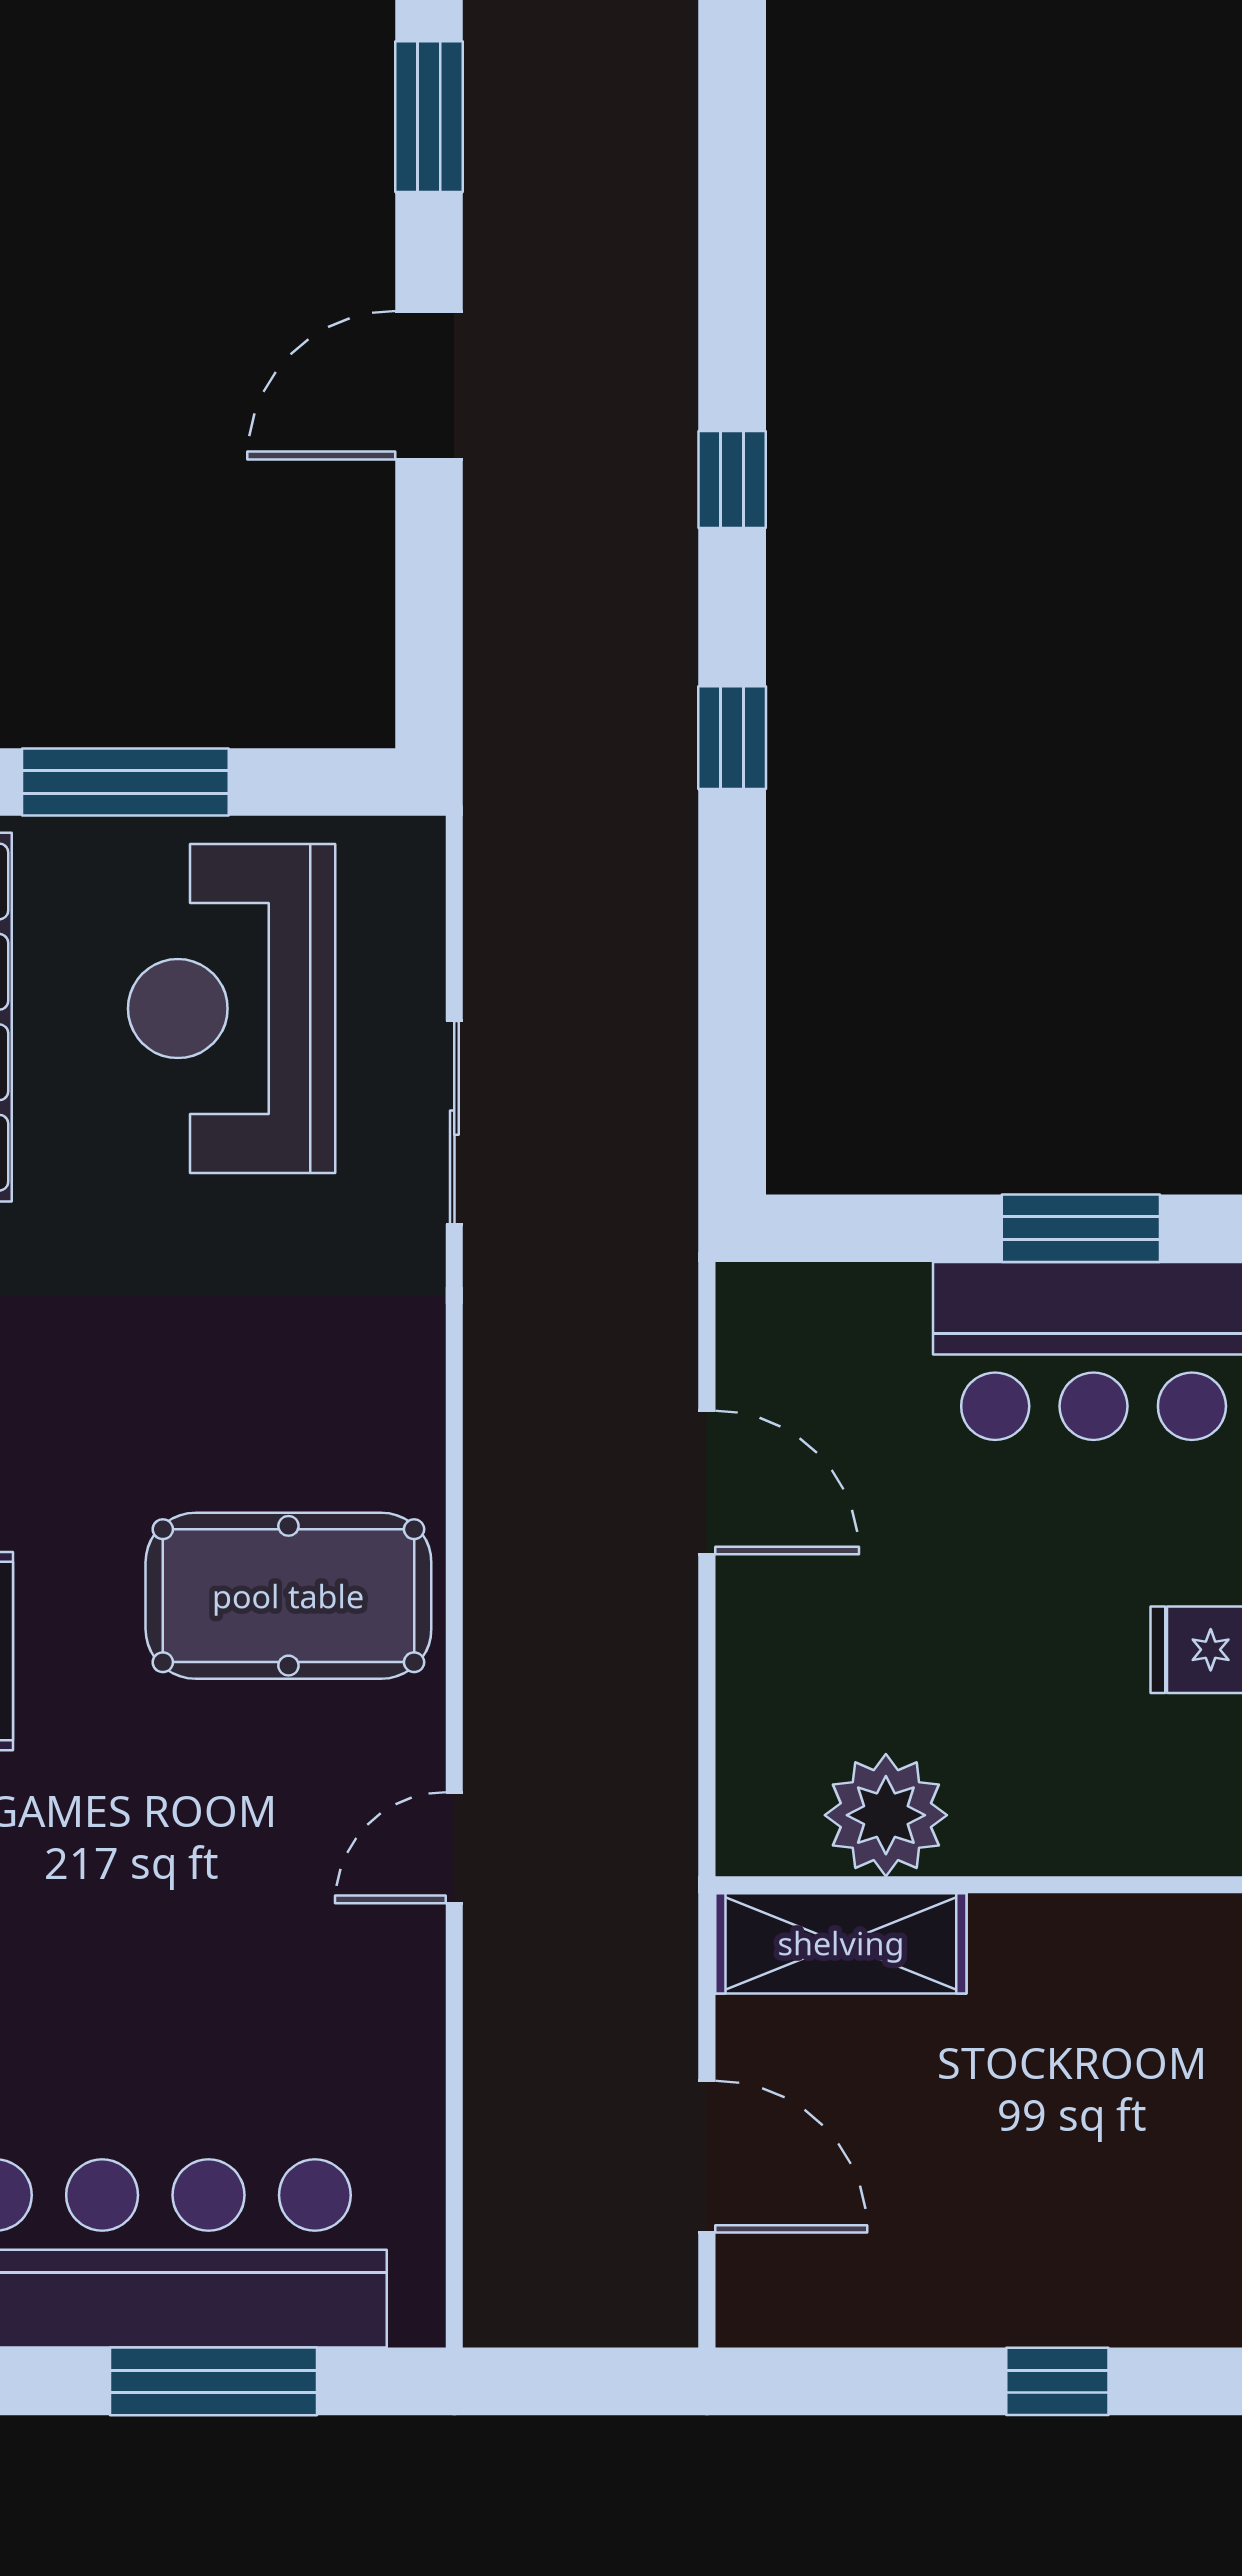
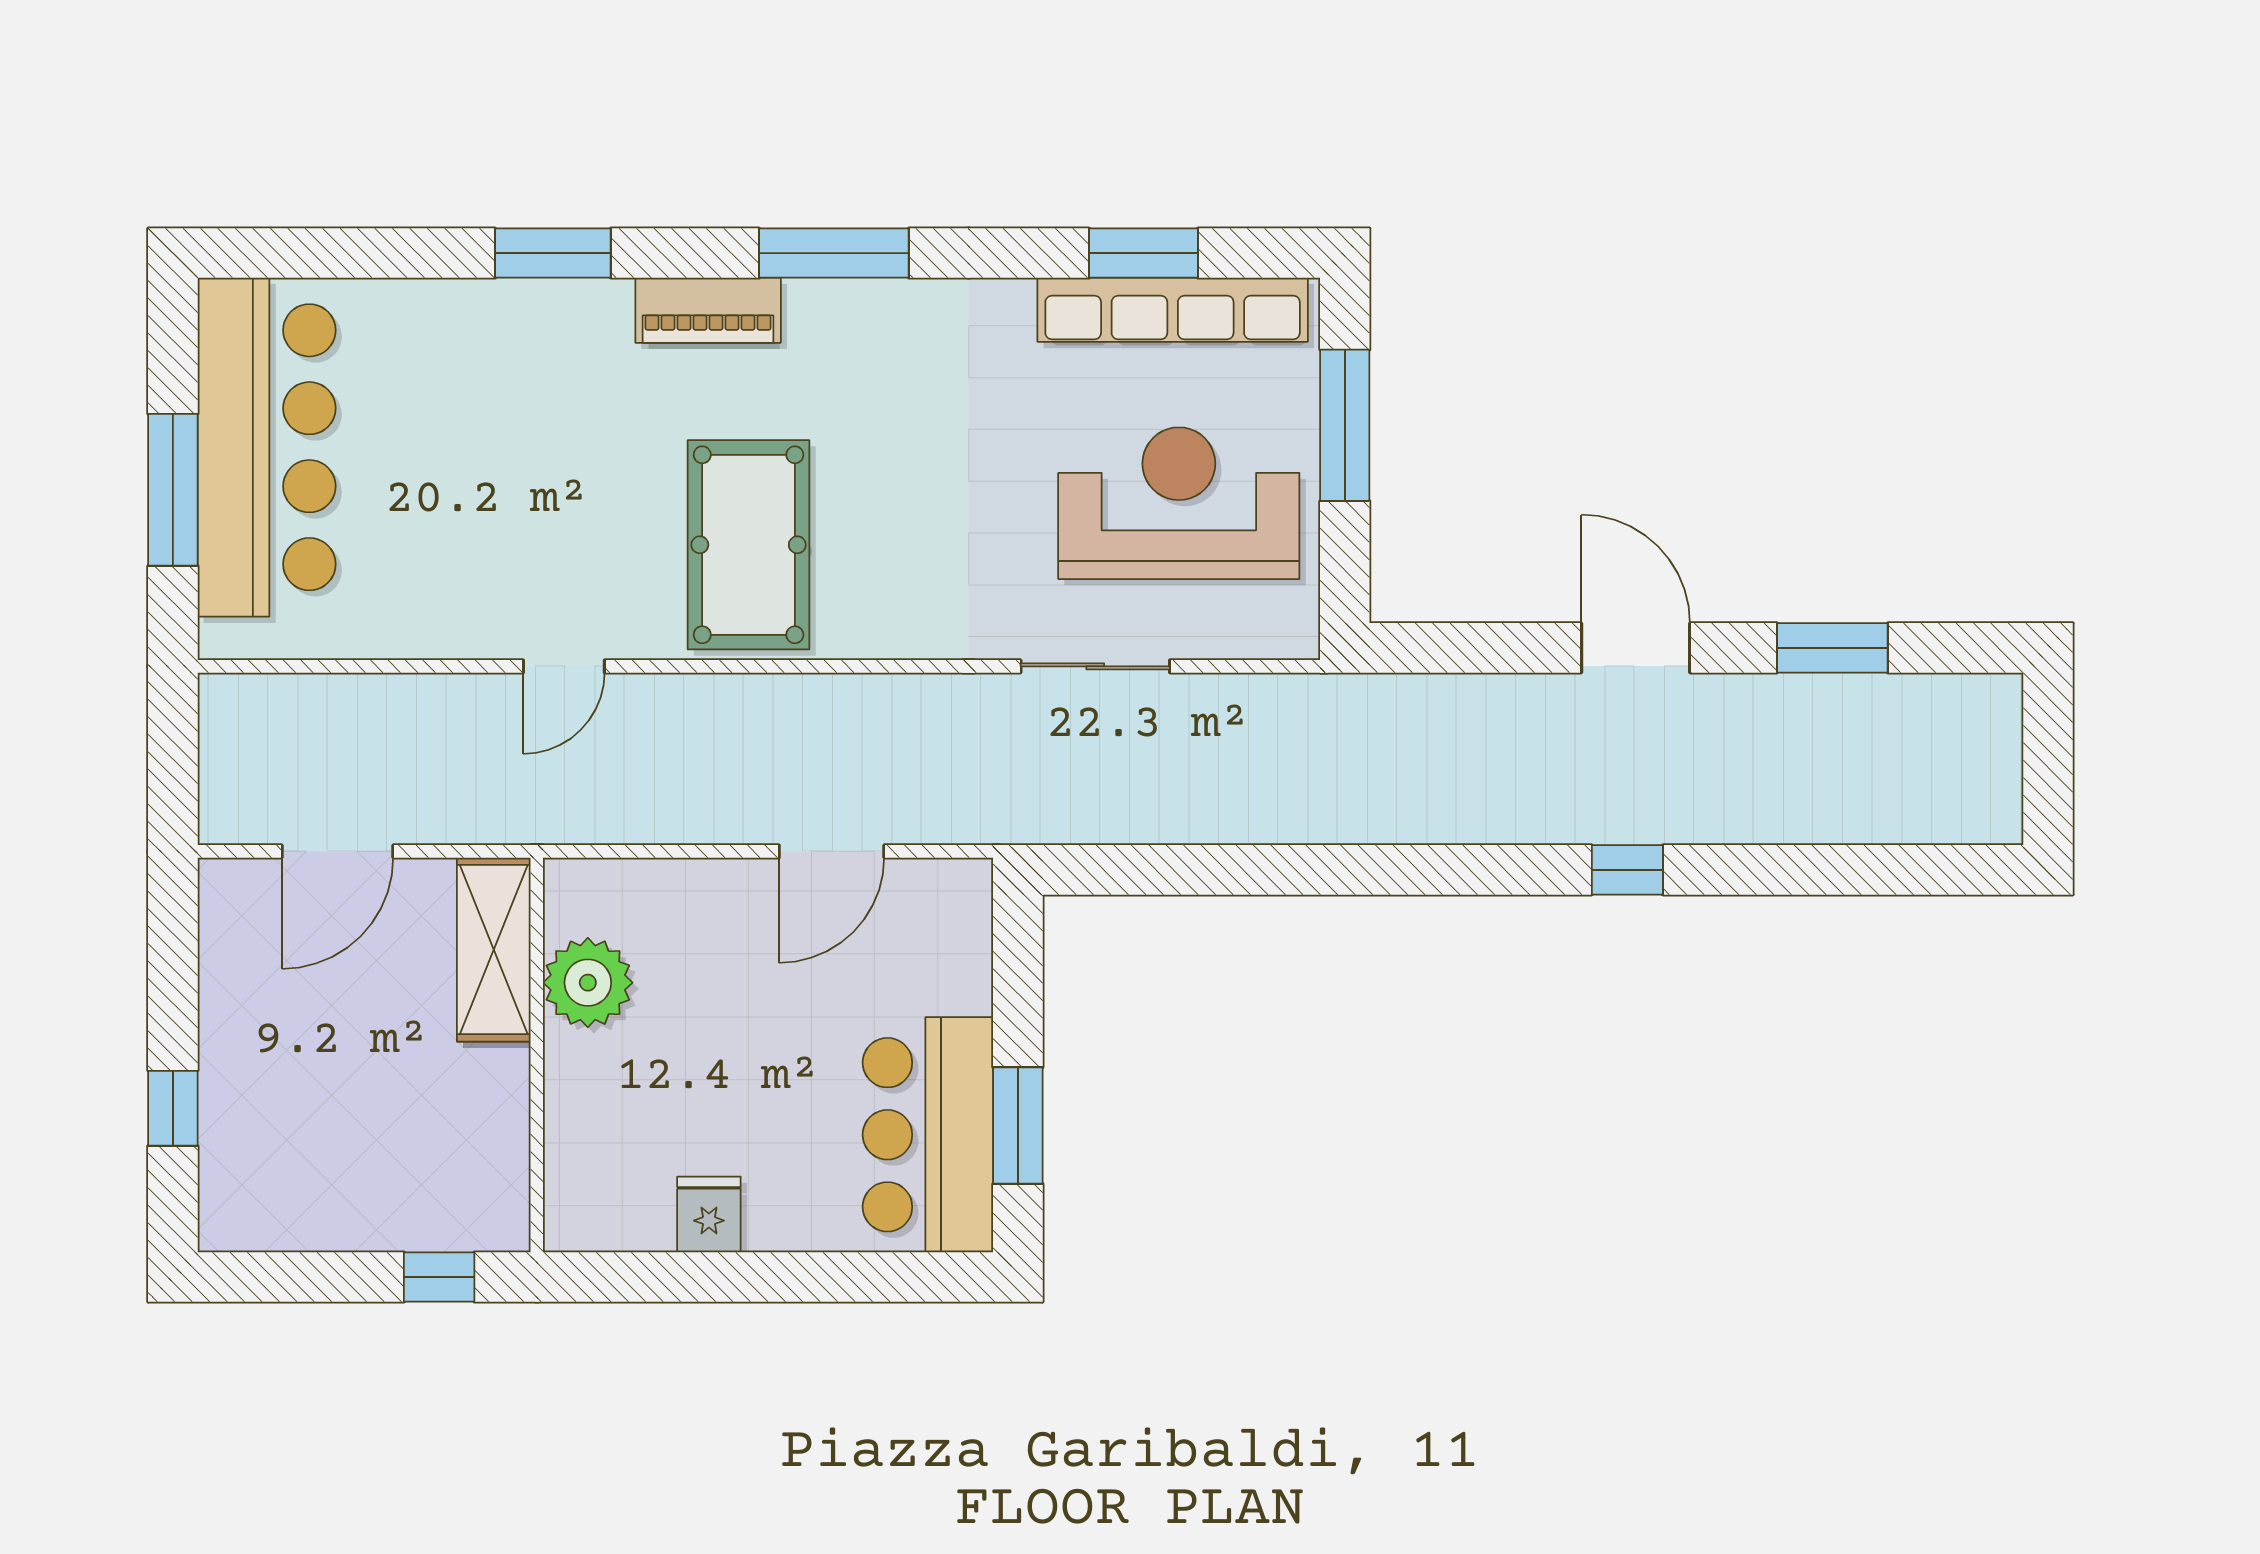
window: (732, 480) -> (1627, 870), moved
window: (732, 738) -> (1377, 870), removed
door: (454, 1848) -> (564, 666), swing flipped

